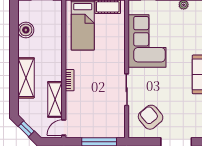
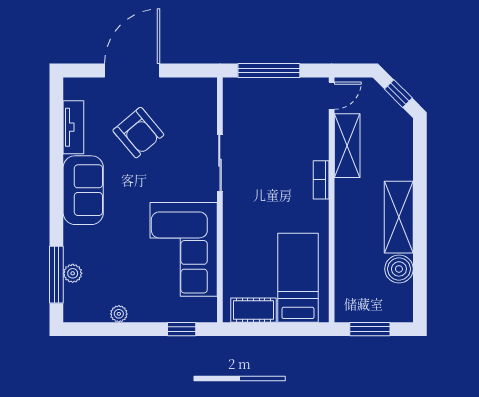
shelving: (26, 78) -> (399, 217), moved
armchair: (151, 117) -> (138, 133), moved

